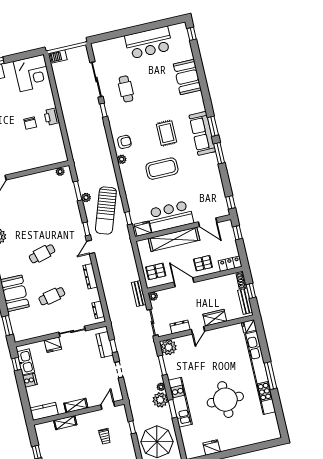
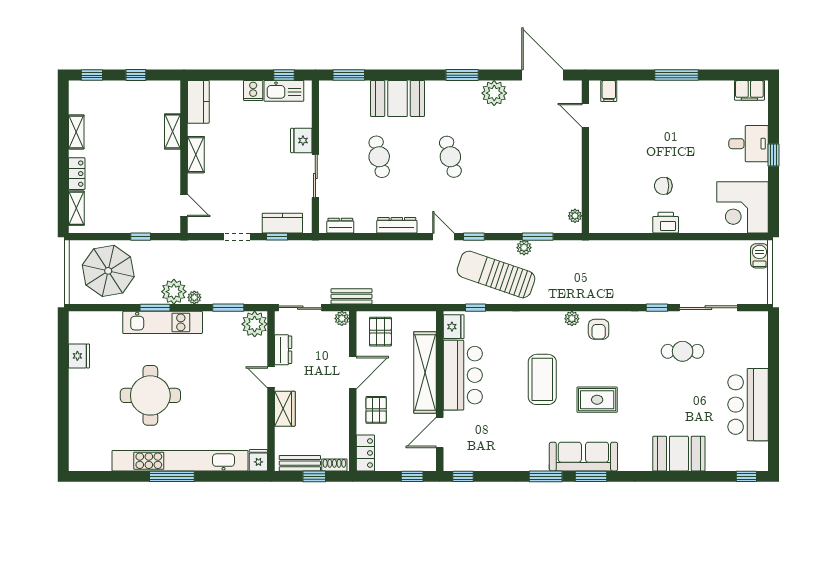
trolley: (105, 436) -> (136, 190), removed

